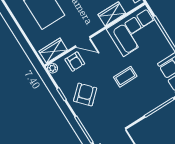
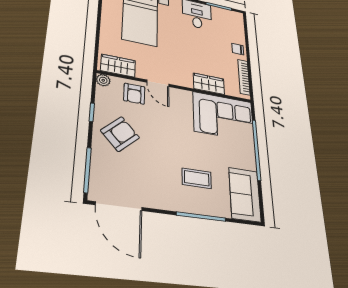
coffee table: (125, 77) -> (197, 178), moved

